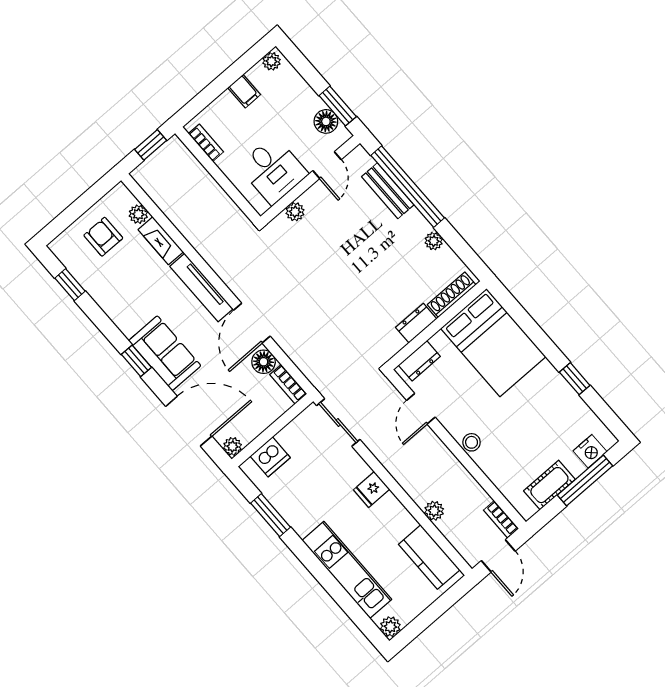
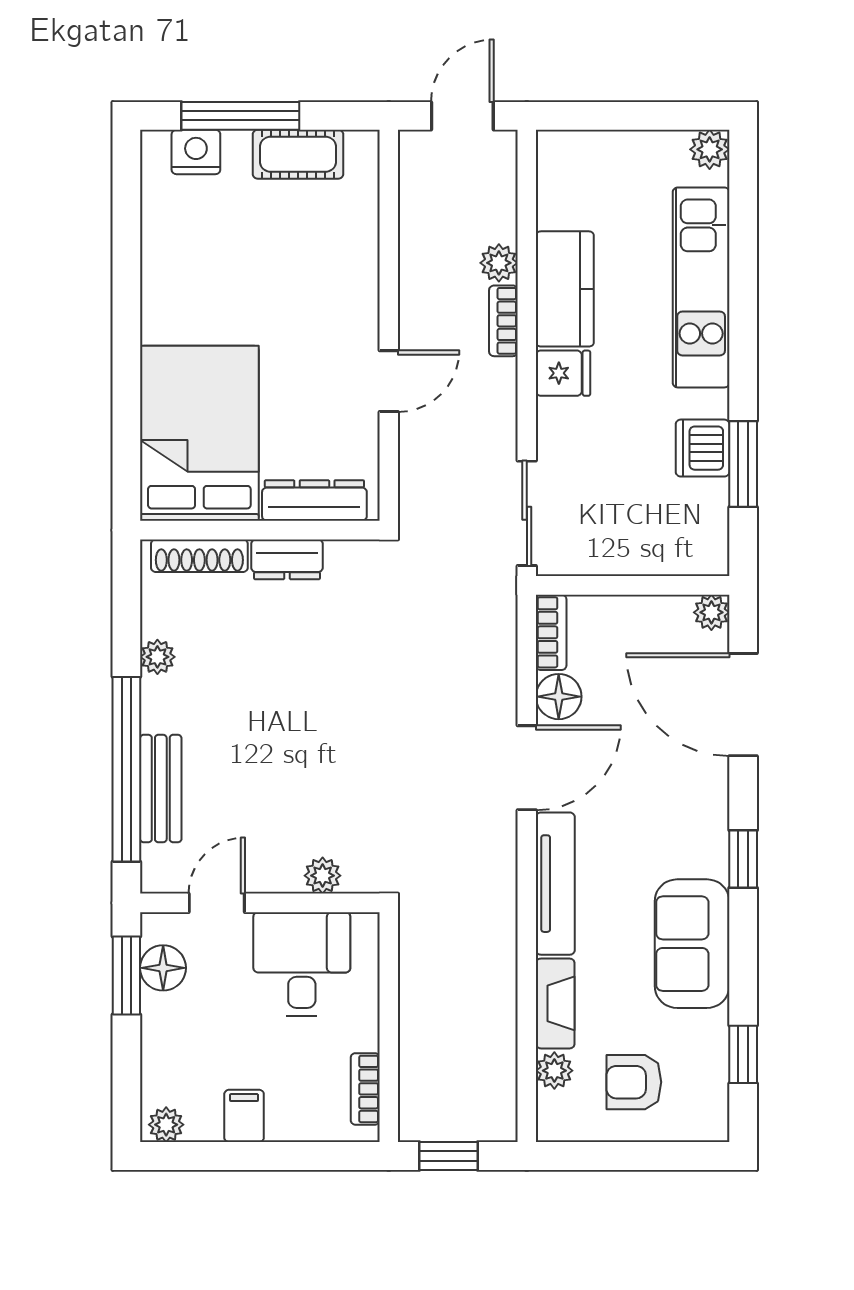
armchair: (103, 237) -> (634, 1082), turned 90
sofa: (165, 353) -> (692, 944), moved
dresser: (419, 361) -> (314, 500), width x1.44
window: (575, 379) -> (126, 277), removed
door: (421, 409) -> (389, 381), moved
stool: (472, 442) -> (358, 315), removed
dishwasher: (270, 457) -> (703, 448), moved, turned -90
bookcase: (501, 519) -> (503, 321), moved, turned 180
kitchen counter: (429, 557) -> (565, 289), moved

